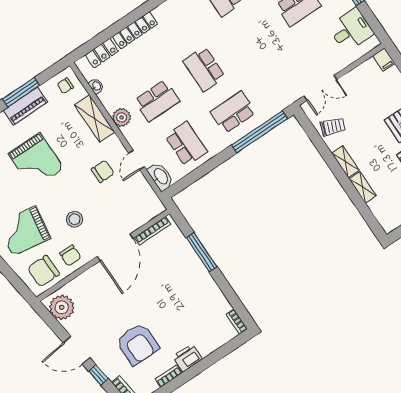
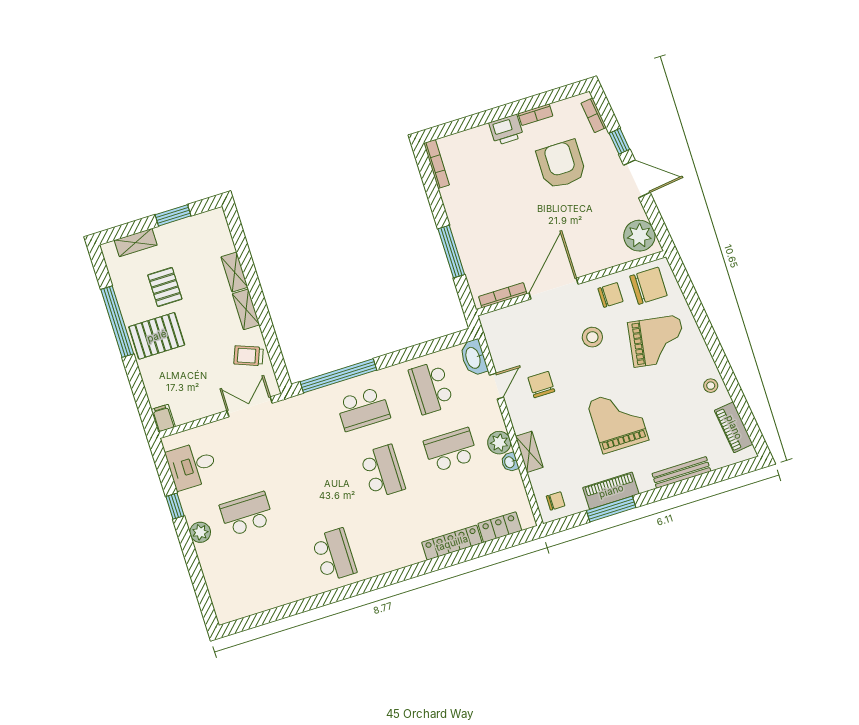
washbasin: (96, 86) -> (510, 462), moved
shelving: (95, 119) -> (529, 452), width x0.67, depth x0.75
chair: (103, 171) -> (541, 385), turned 90
chair: (70, 255) -> (610, 295), turned 90
bookcase: (237, 322) -> (437, 164), width x1.56

